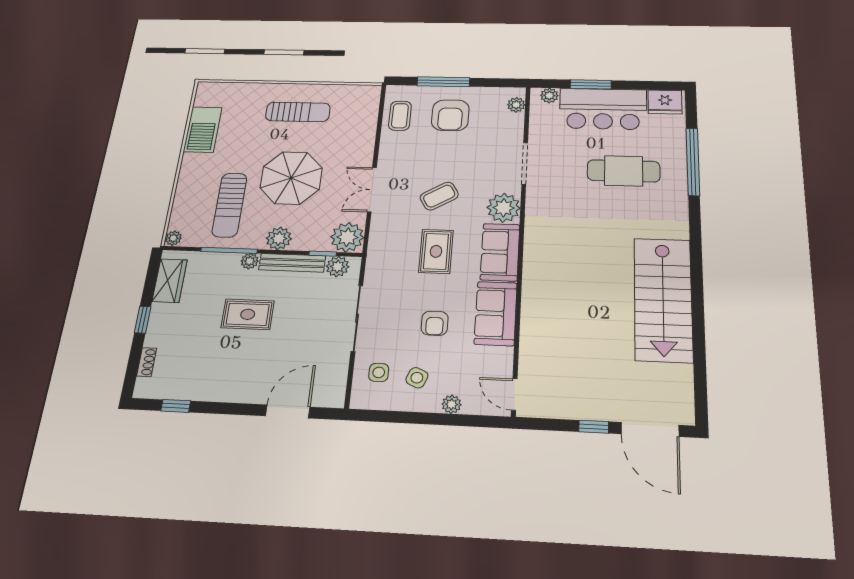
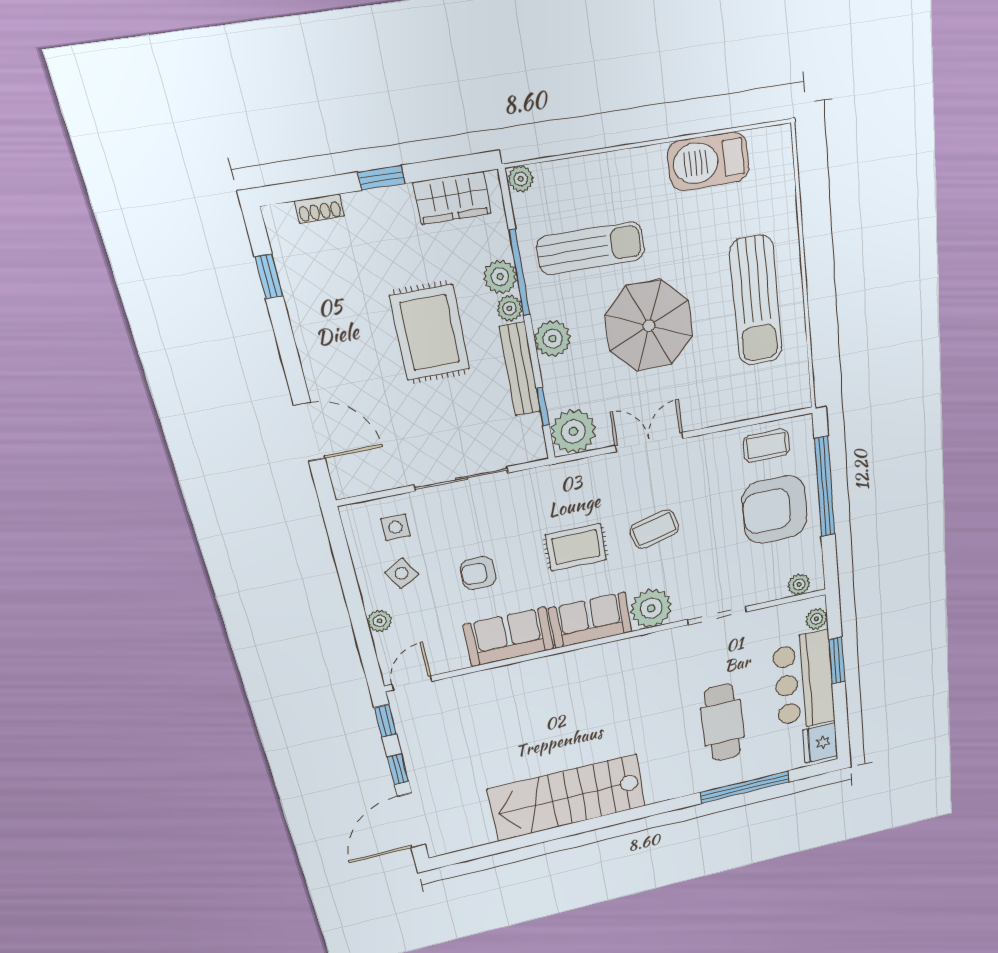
window: (443, 82) -> (825, 487), width x1.46
sun lounger: (298, 112) -> (756, 301), width x1.36, depth x1.34
armchair: (450, 115) -> (775, 510), width x1.36, depth x1.36
coffee table: (439, 196) -> (654, 529), turned -73
sun lounger: (229, 205) -> (591, 248), turned 180
plant: (338, 267) -> (500, 277), moved
rug: (248, 314) -> (430, 333), width x1.36, depth x1.43
side table: (417, 378) -> (402, 573), turned 37
window: (543, 424) -> (385, 721), added

